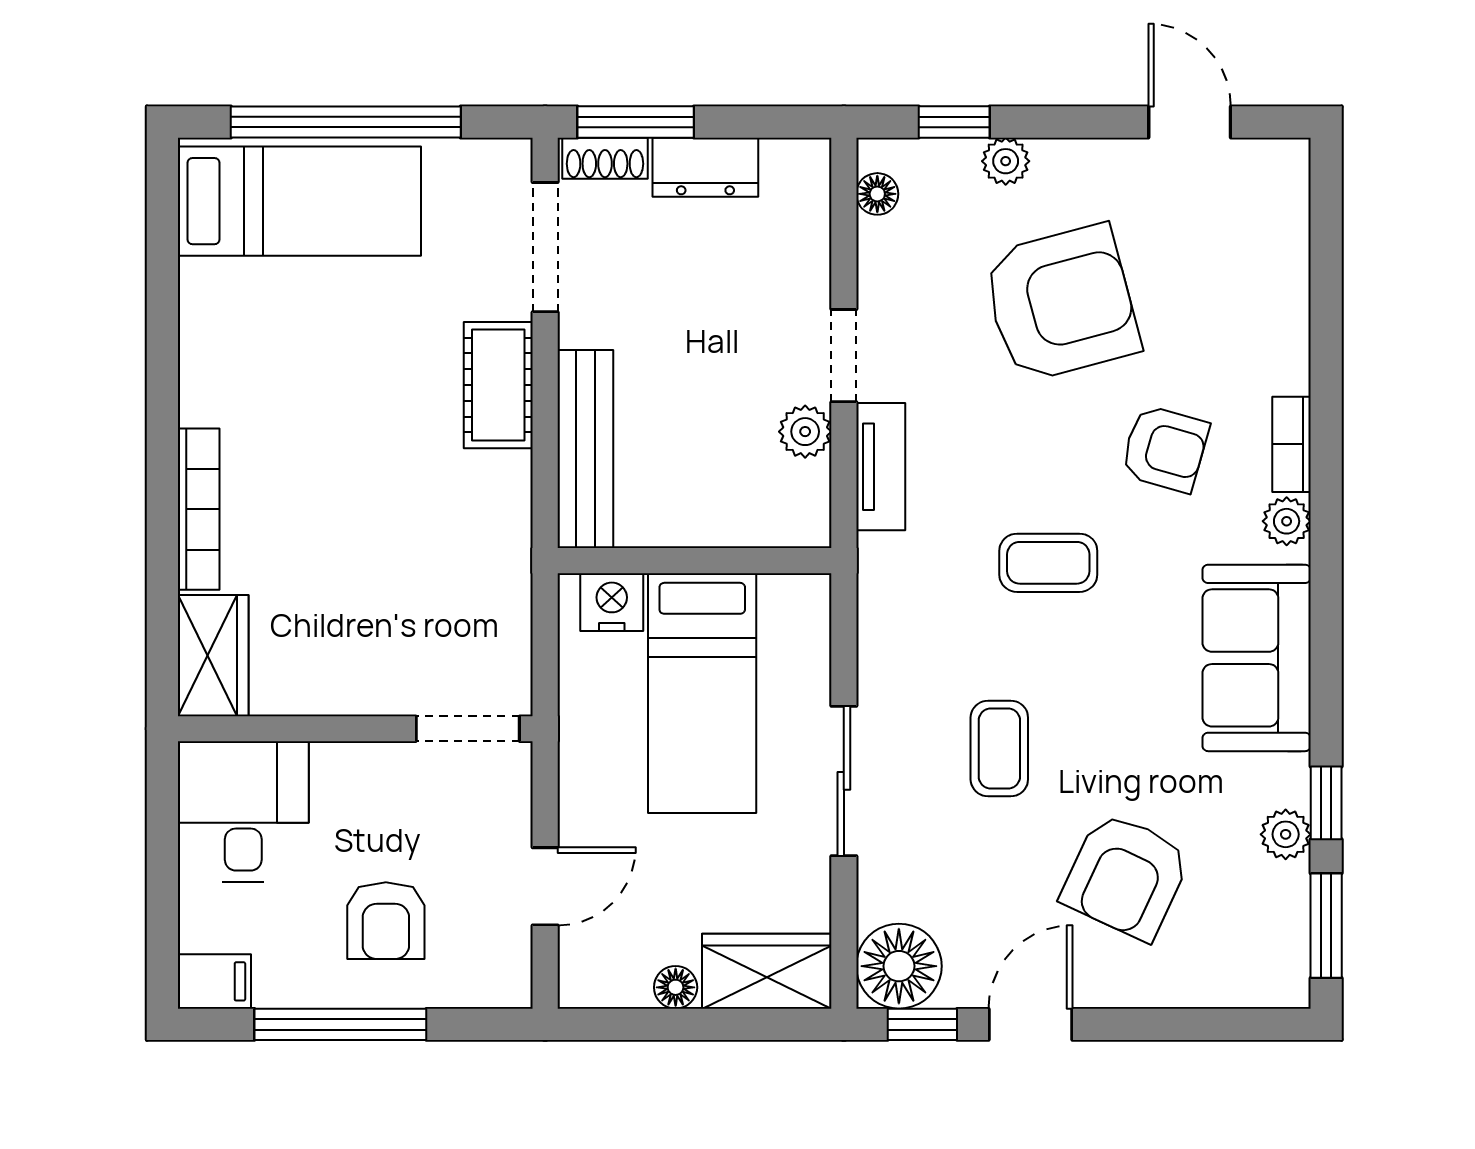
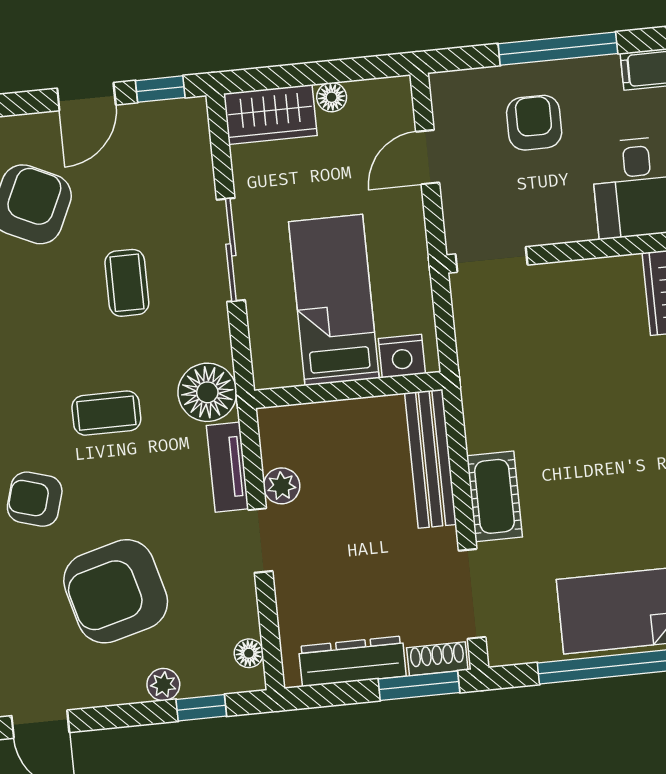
dresser: (705, 167) -> (352, 661), width x1.44
floor lamp: (899, 966) -> (207, 392), moved

